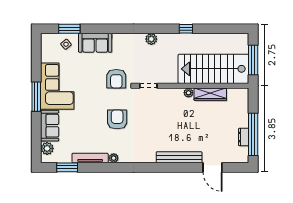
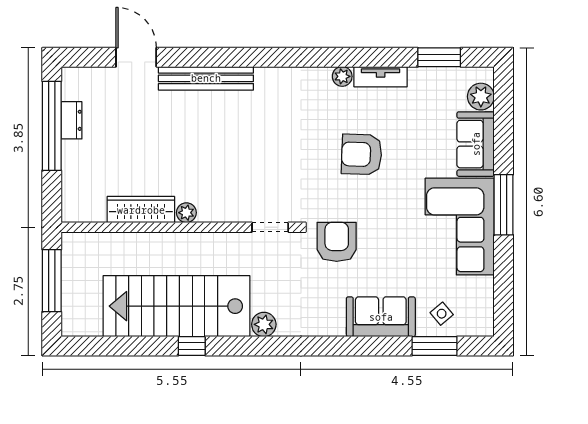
stairs: (213, 69) -> (176, 306), moved, turned 180
armchair: (117, 119) -> (362, 154), moved, turned 92
tv unit: (90, 158) -> (381, 77), width x0.71

